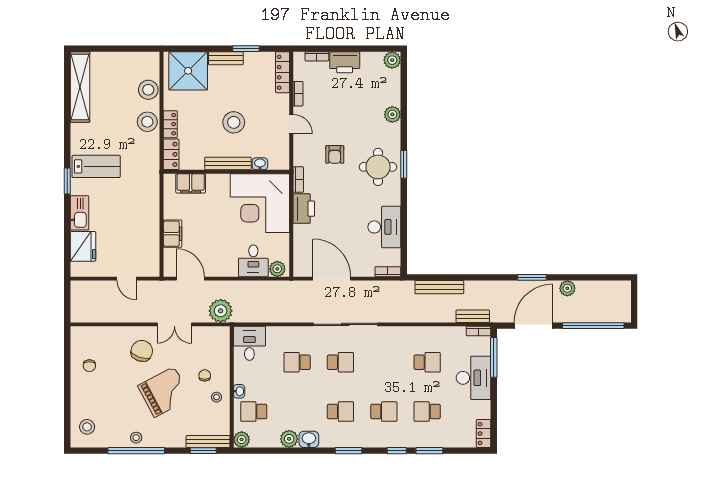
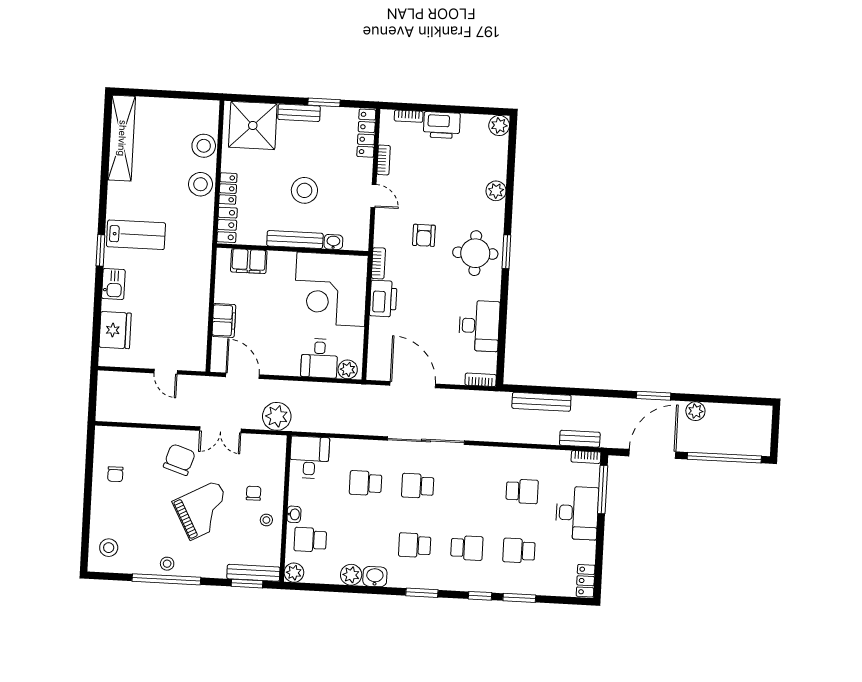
kitchen sink: (79, 213) -> (113, 284), width x0.73
school desk: (340, 362) -> (418, 486), turned 180
school desk: (340, 412) -> (415, 545), turned 180

